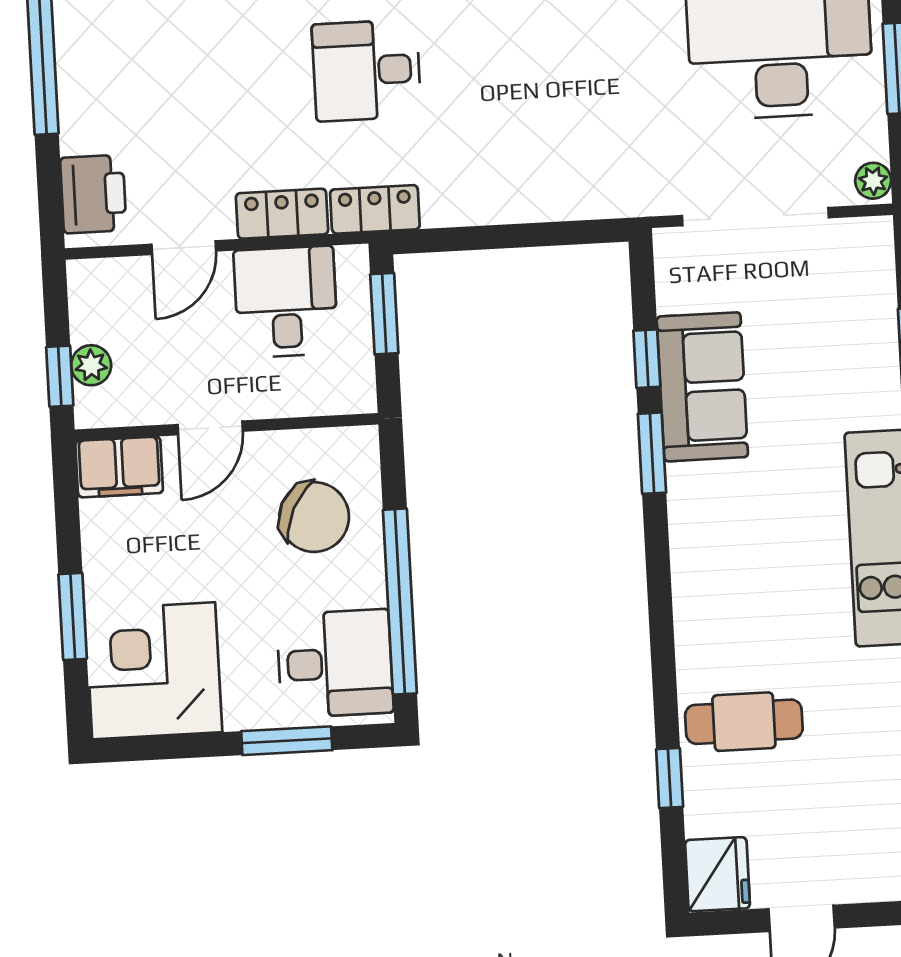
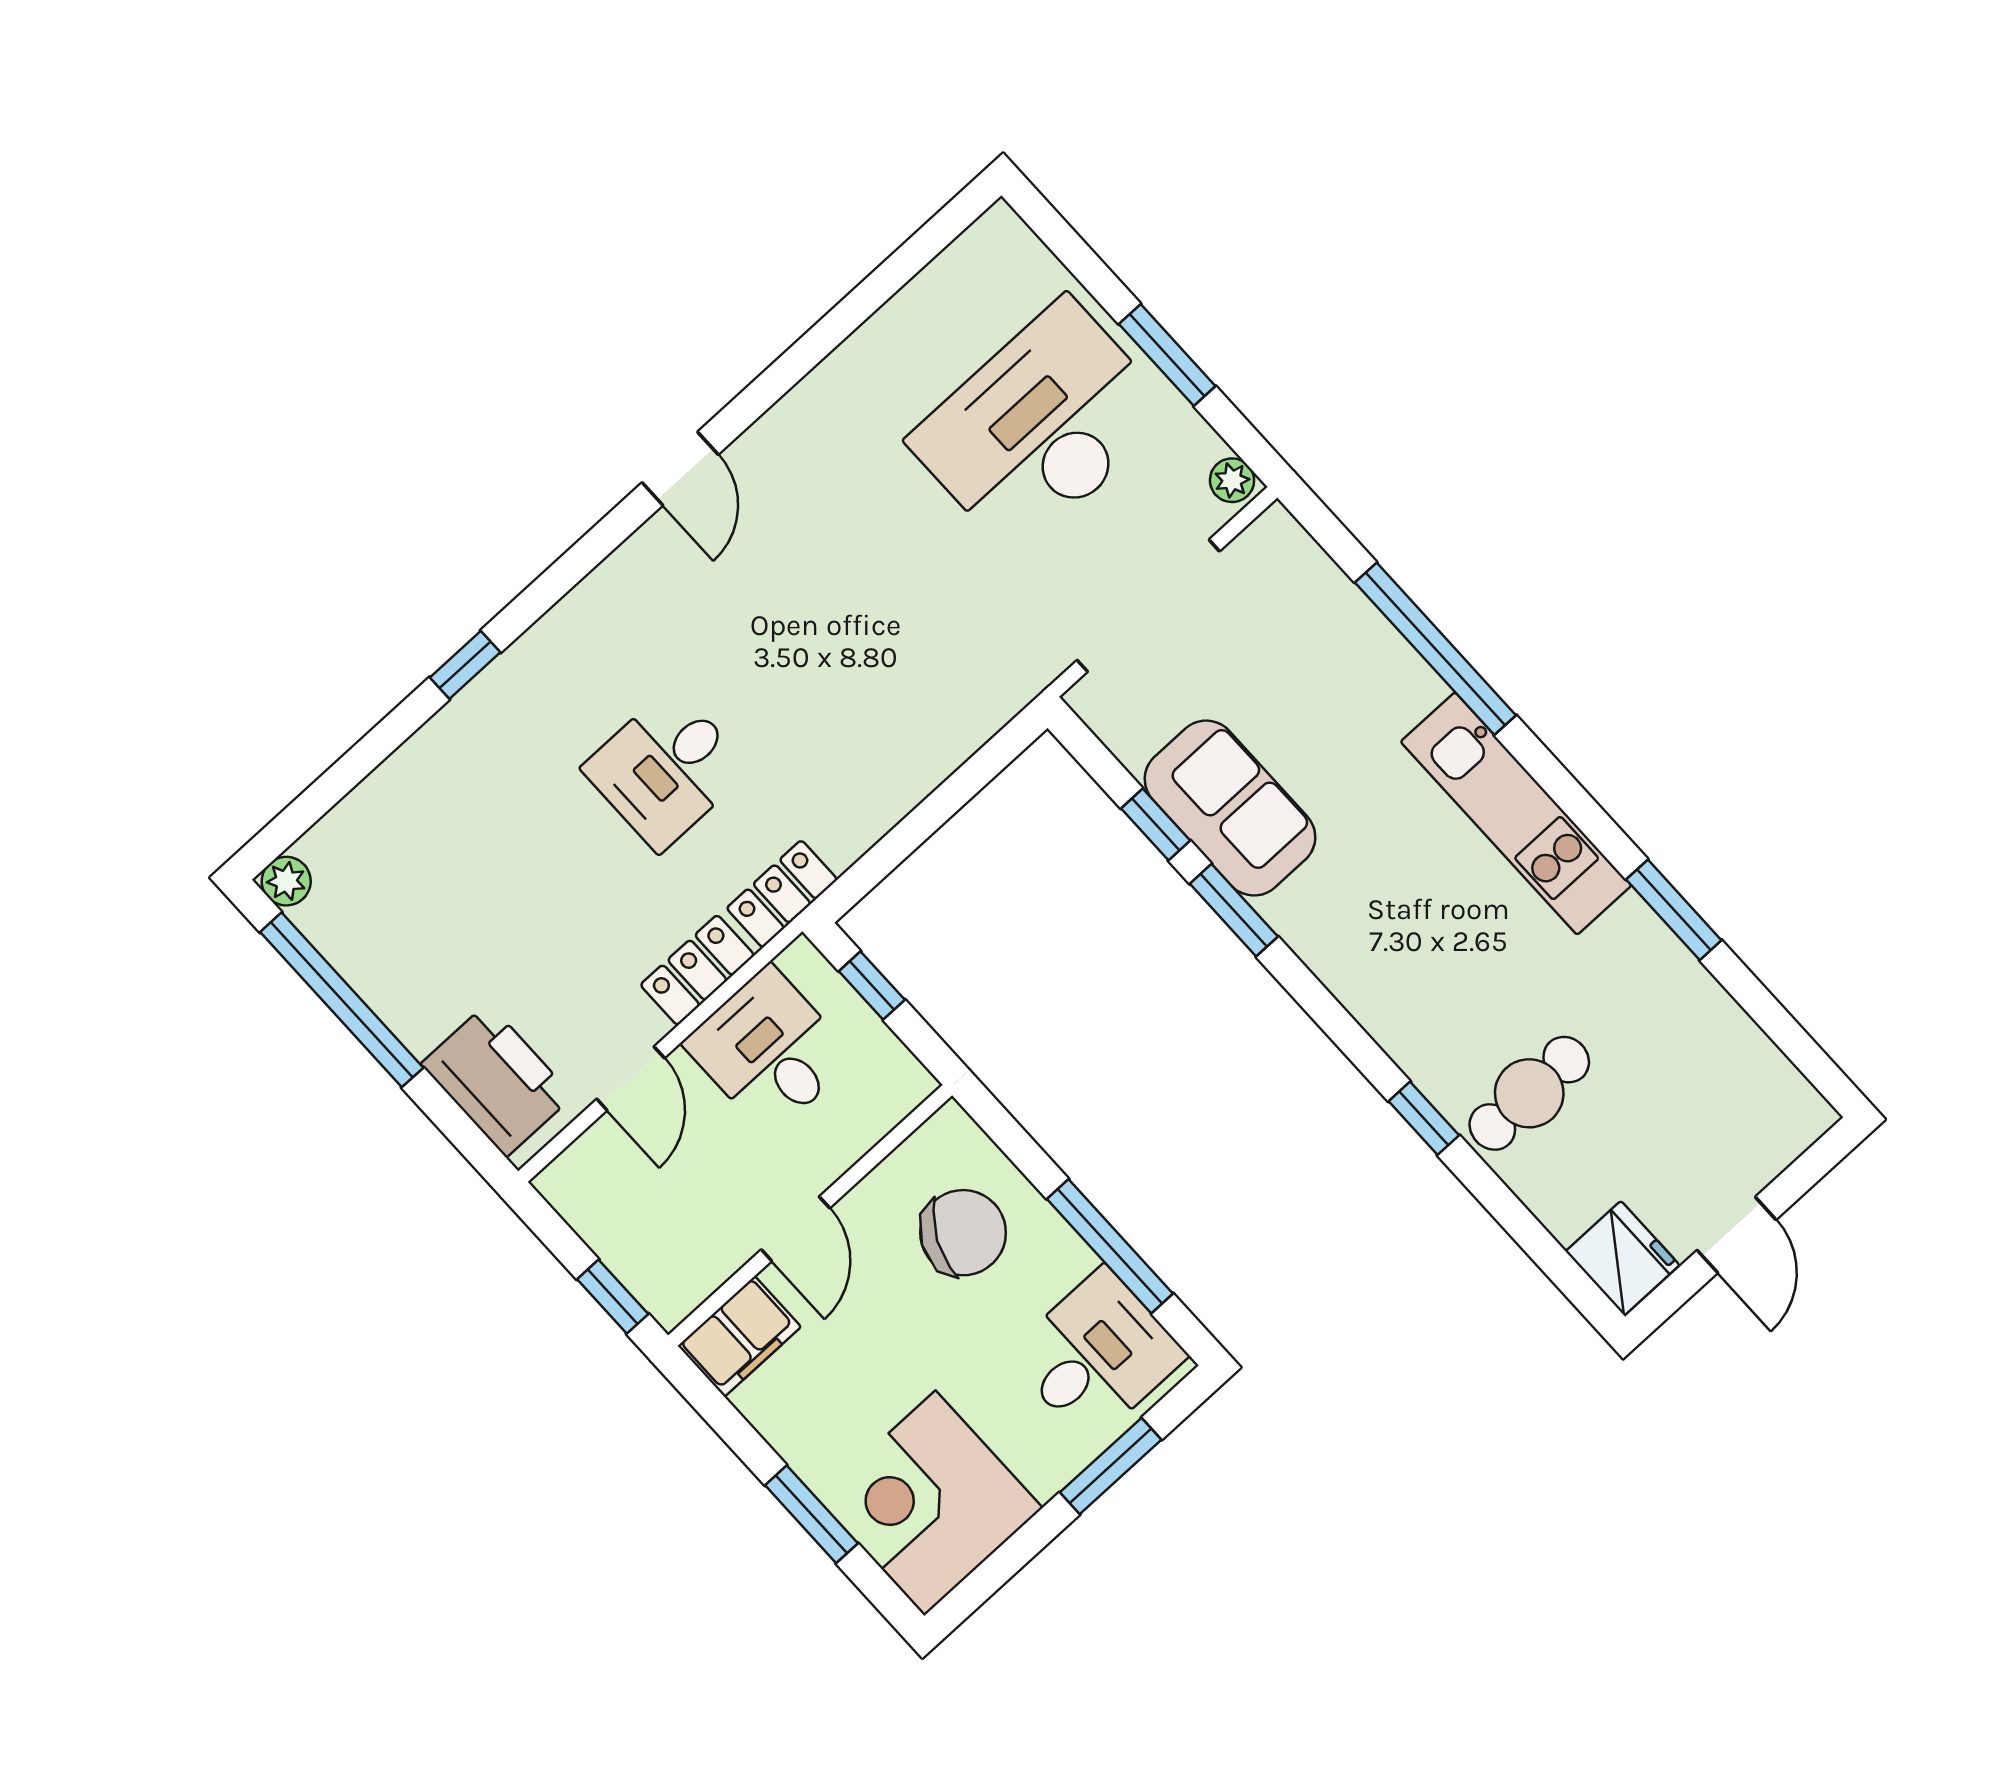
printer: (93, 194) -> (497, 1080), width x1.37, depth x1.19
window: (384, 314) -> (872, 985), width x0.67
plant: (91, 365) -> (634, 1262), removed
window: (400, 602) -> (1110, 1246), width x0.68
window: (670, 778) -> (1424, 1118), moved

